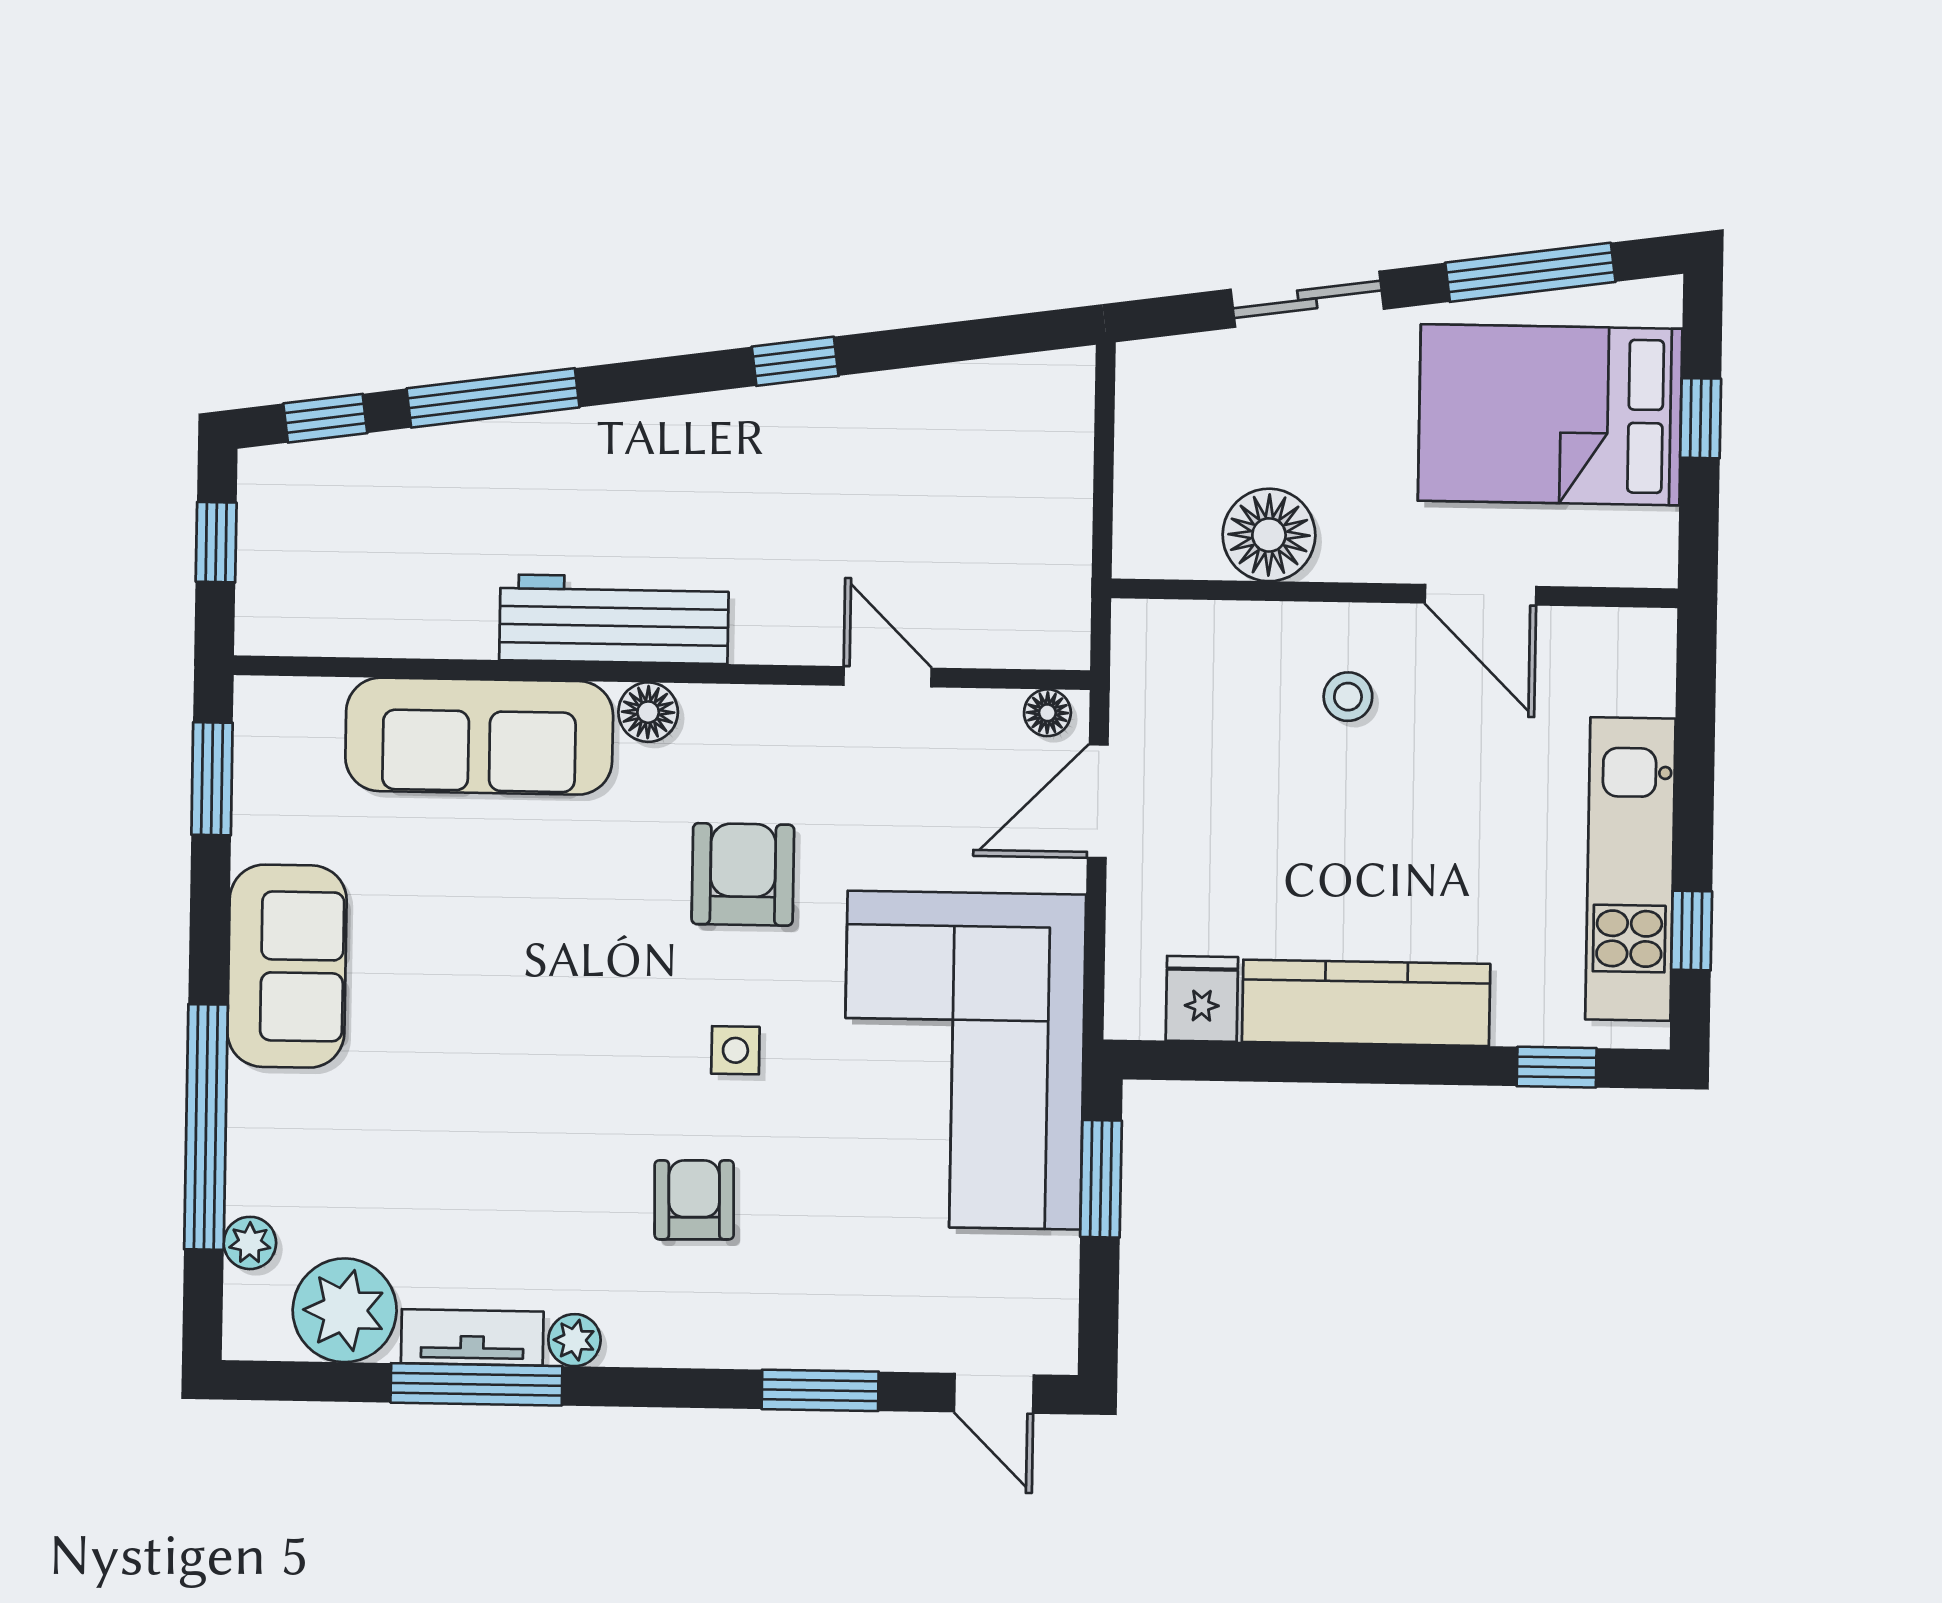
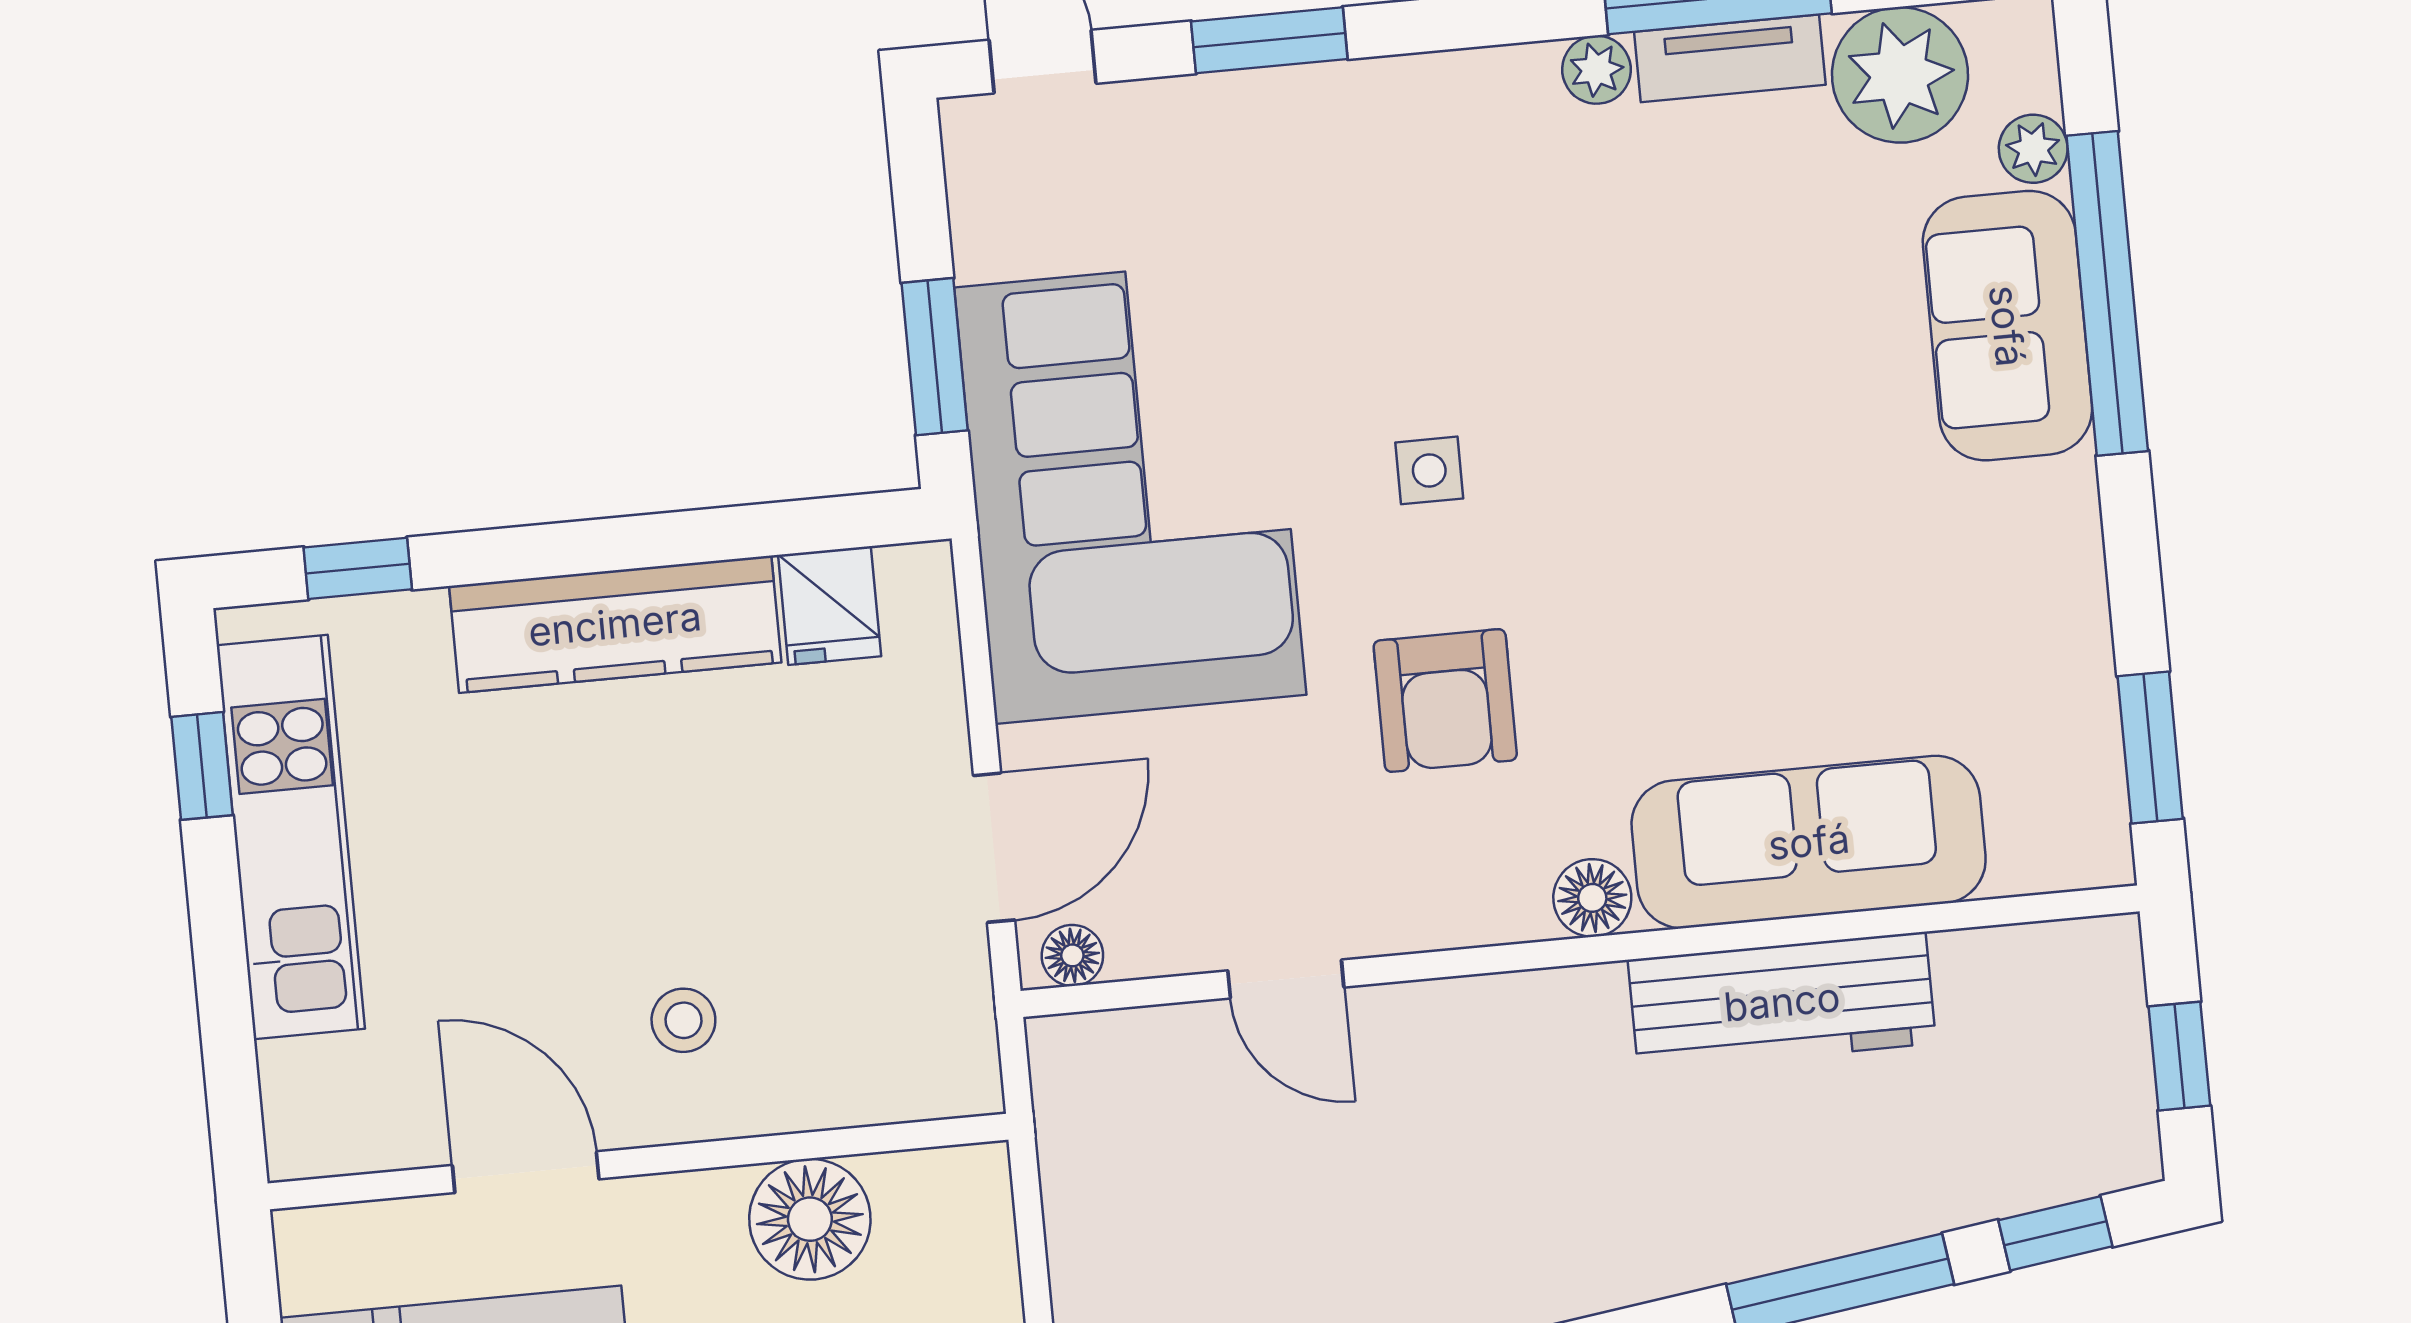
workbench: (614, 619) -> (1782, 1002), moved
sofa: (287, 966) -> (2007, 326), moved
armchair: (694, 1200) -> (1461, 270), removed

